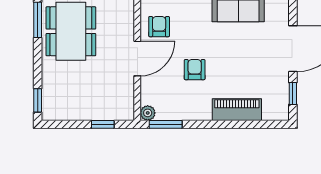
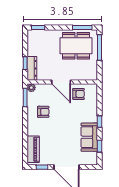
armchair: (195, 70) -> (43, 112), moved
piano: (237, 110) -> (33, 149), moved
dresser: (112, 112) -> (32, 68), added

